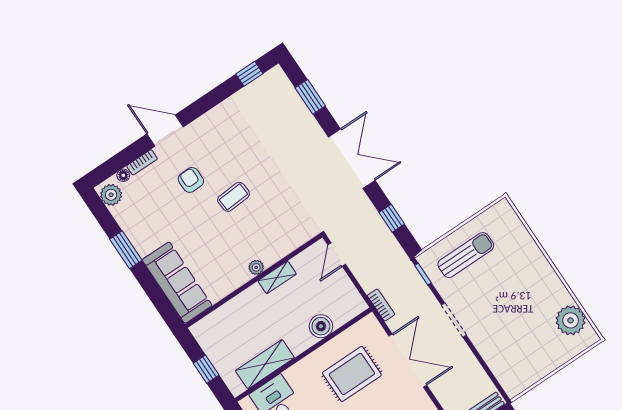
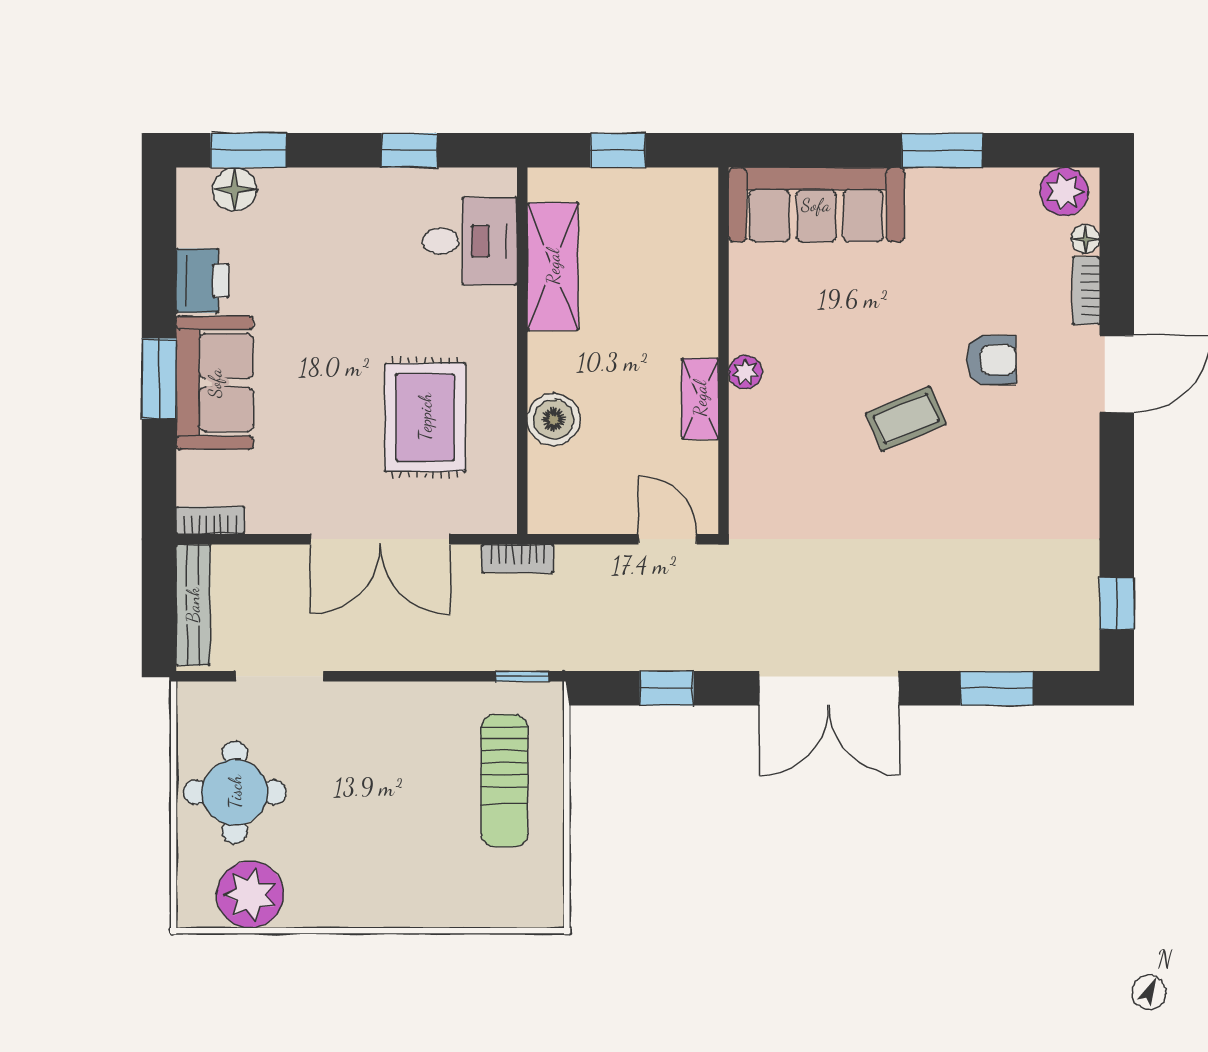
coffee table: (234, 197) -> (906, 419), turned 71
doorway: (454, 320) -> (280, 676), moved
round table: (537, 351) -> (235, 792), added

